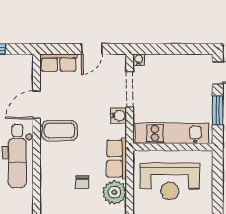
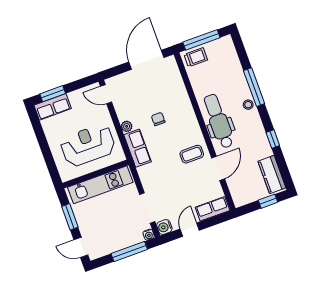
window: (167, 49) -> (129, 251), added
water cooler: (118, 116) -> (164, 227), moved
coffee table: (60, 131) -> (192, 154), width x0.73, depth x0.77
plant: (114, 192) -> (127, 126), width x0.53, depth x0.53

